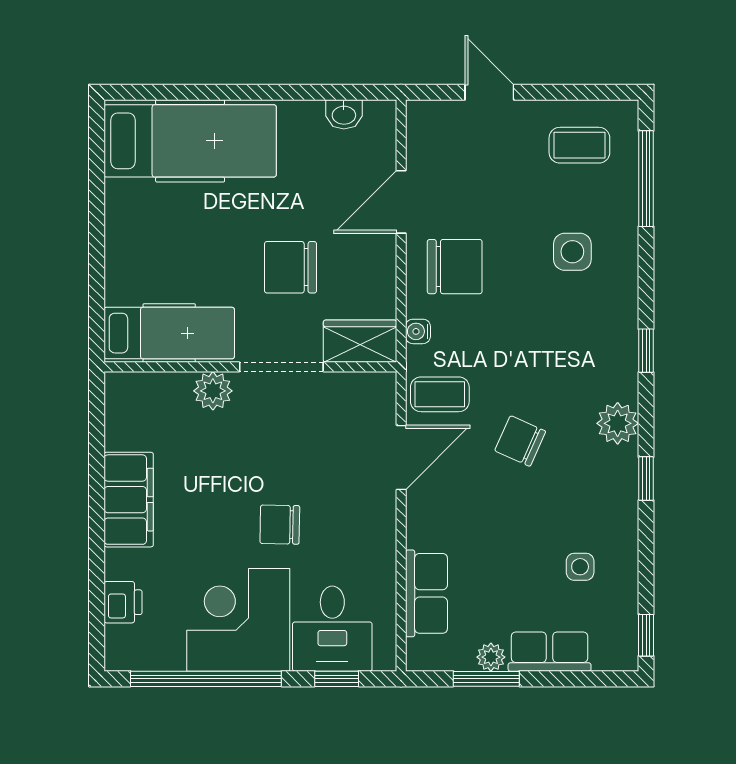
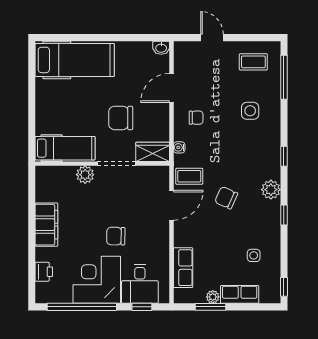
washbasin: (344, 114) -> (161, 48), moved
chair: (455, 267) -> (196, 118), width x0.54, depth x0.54

